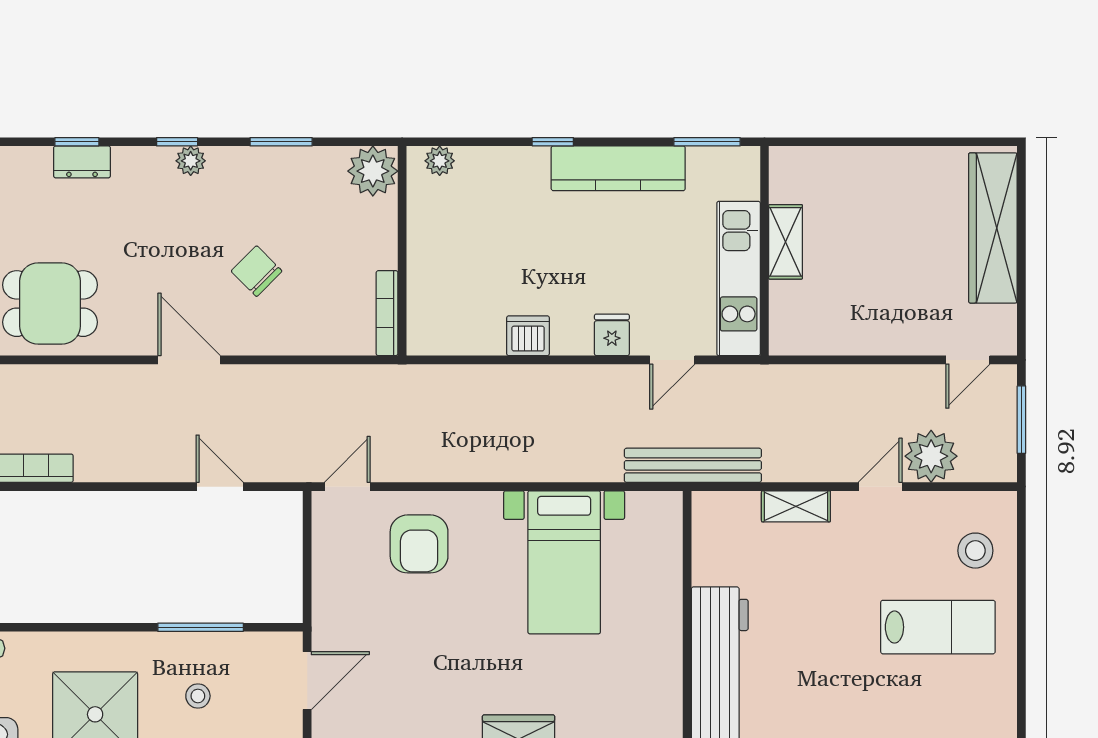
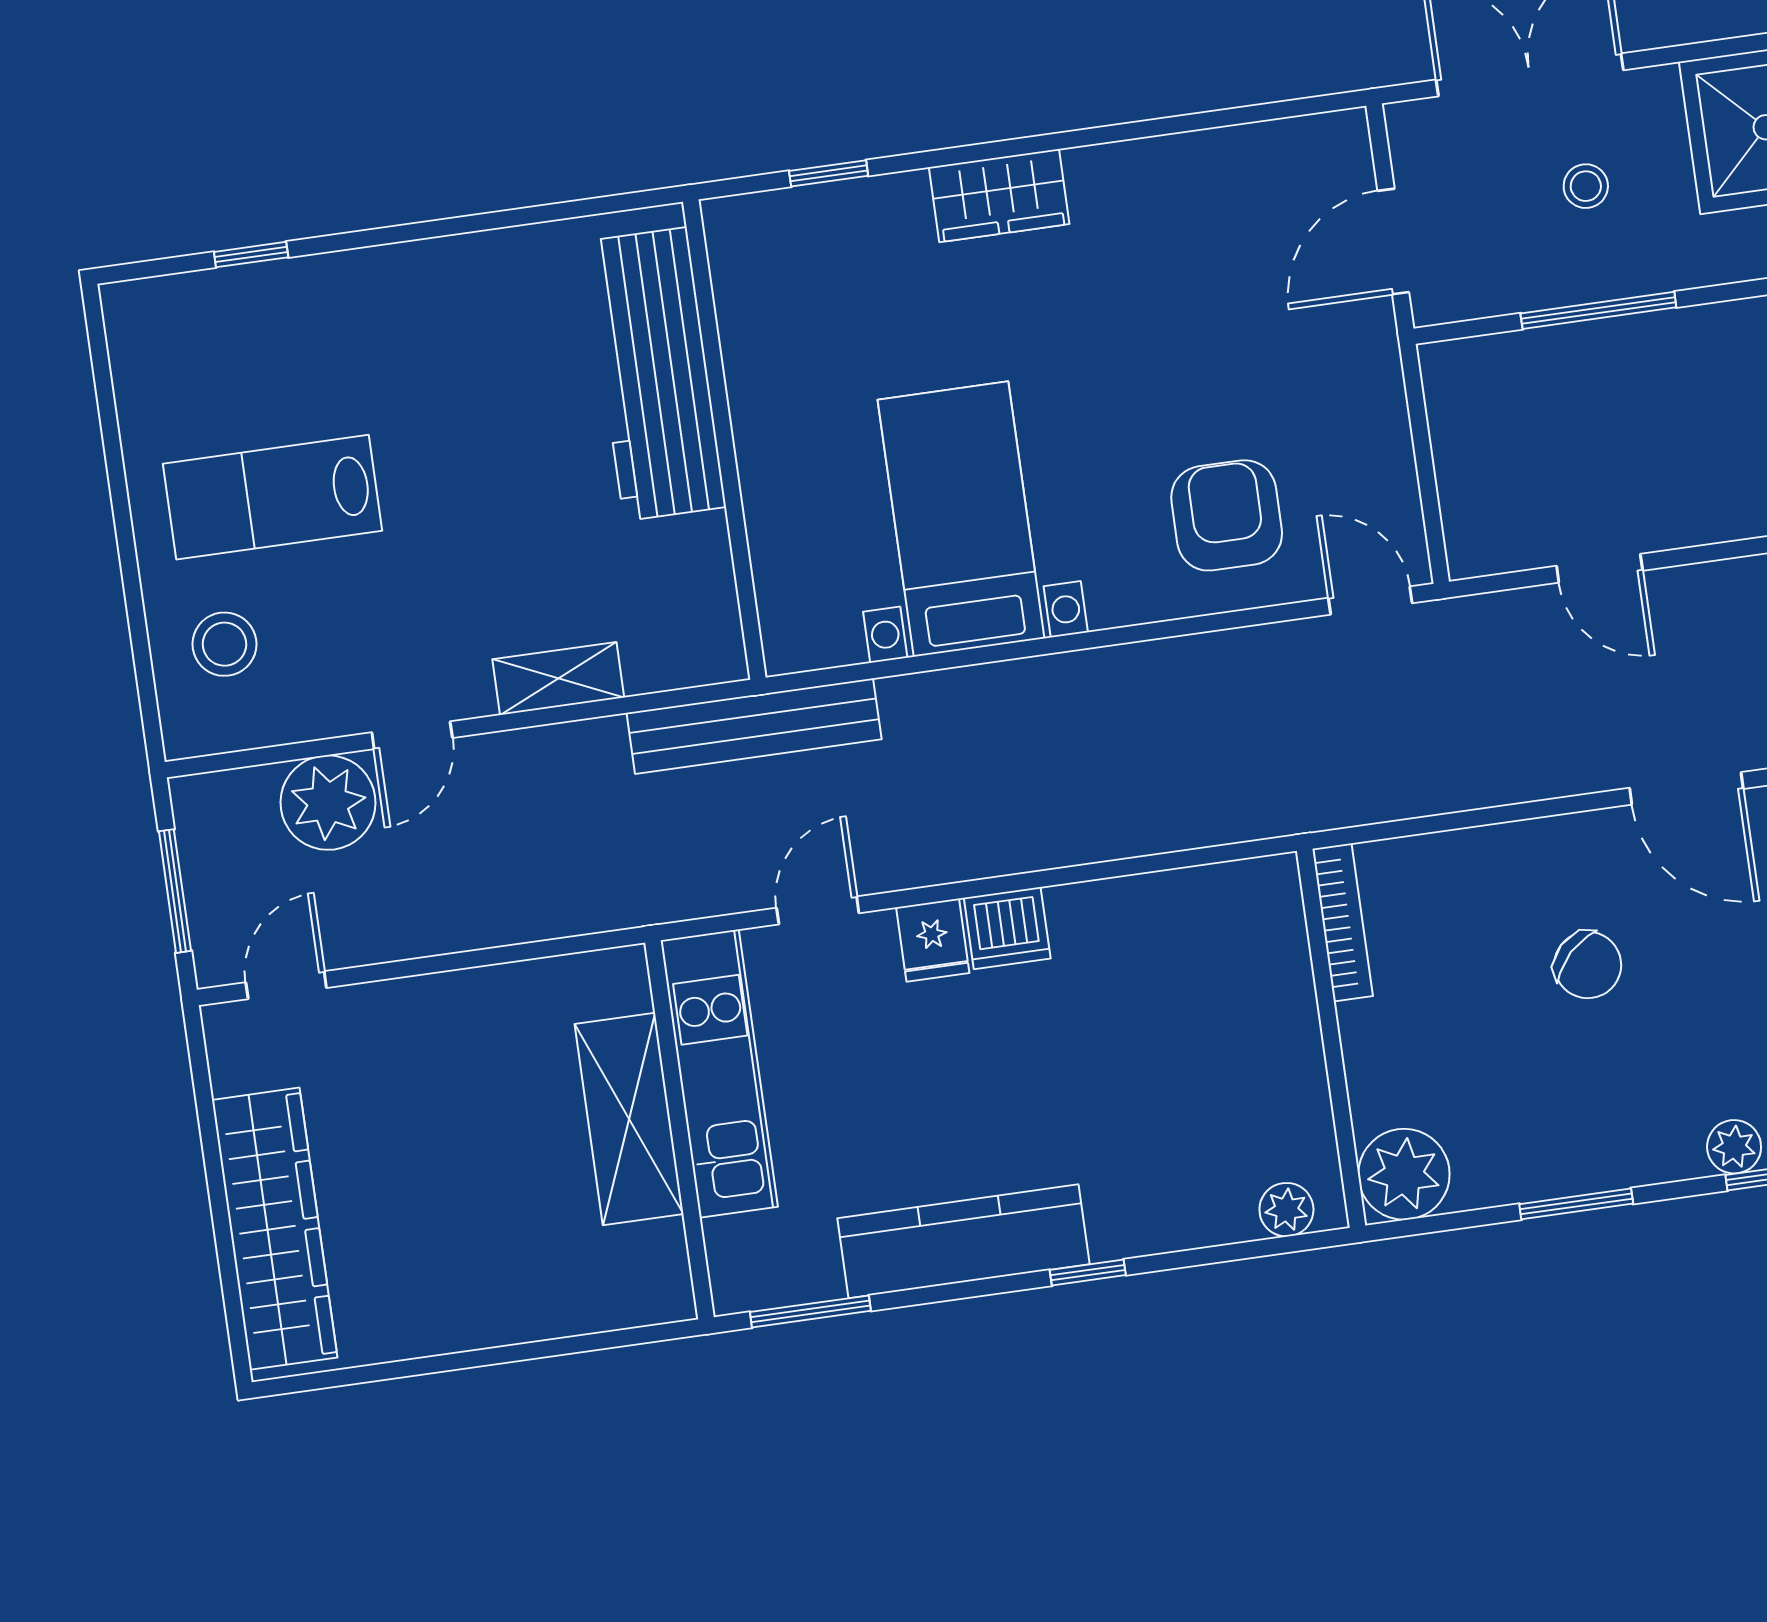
shelving: (786, 242) -> (629, 1119), width x1.50, depth x1.33
dishwasher: (528, 336) -> (1007, 928), moved
door: (347, 487) -> (1370, 601), swing flipped

